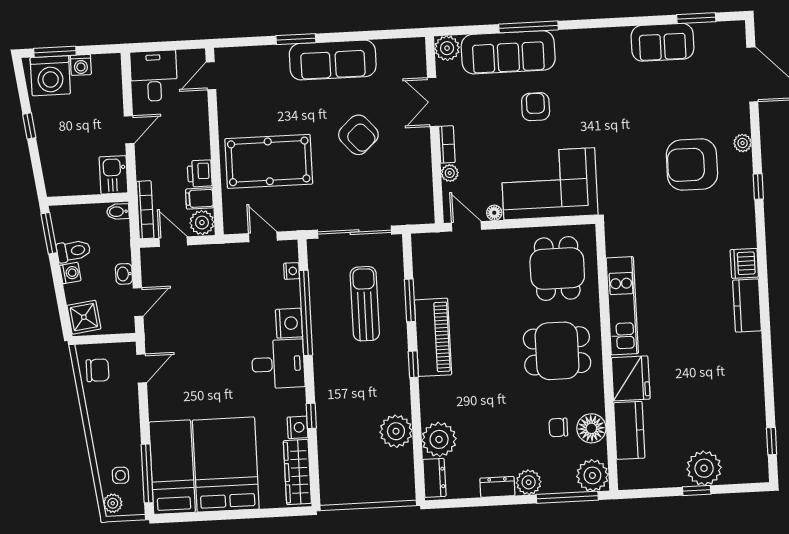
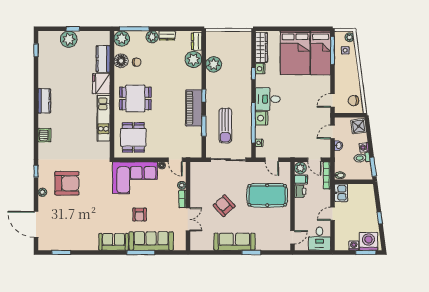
sofa: (662, 42) -> (114, 242), moved
plant: (447, 48) -> (180, 244), removed
kitchen counter: (747, 305) -> (44, 101), moved

